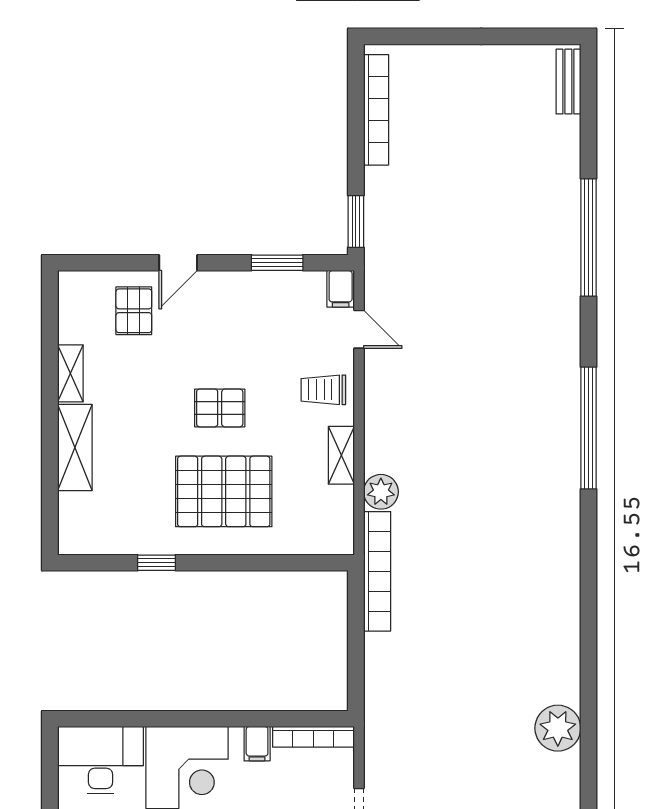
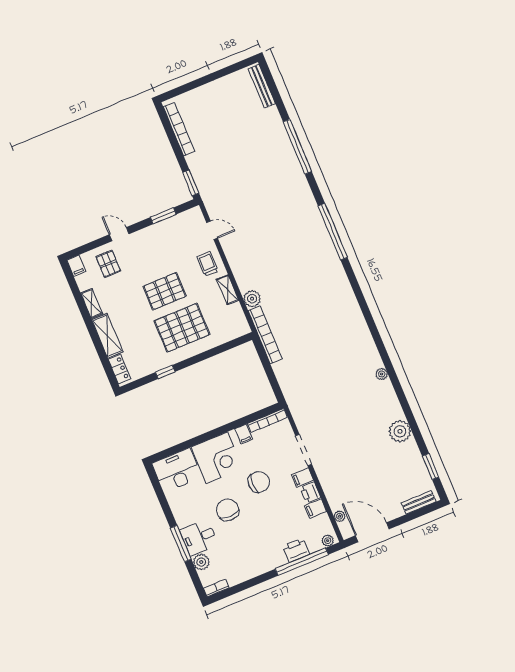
bench: (568, 82) -> (262, 86), width x1.36
door: (178, 263) -> (119, 234), swing flipped
filing cabinet: (341, 289) -> (76, 266), moved
trolley: (323, 390) -> (207, 264), turned 90
pallet: (220, 408) -> (165, 291), width x1.50, depth x1.42
locker: (71, 521) -> (119, 369), added
plant: (558, 728) -> (382, 374), width x0.53, depth x0.53

